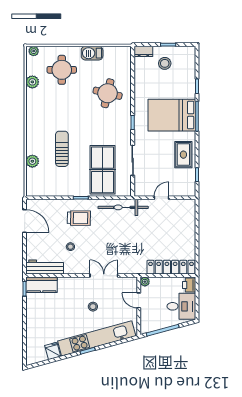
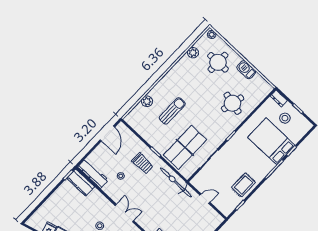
bed: (172, 115) -> (271, 141), moved

